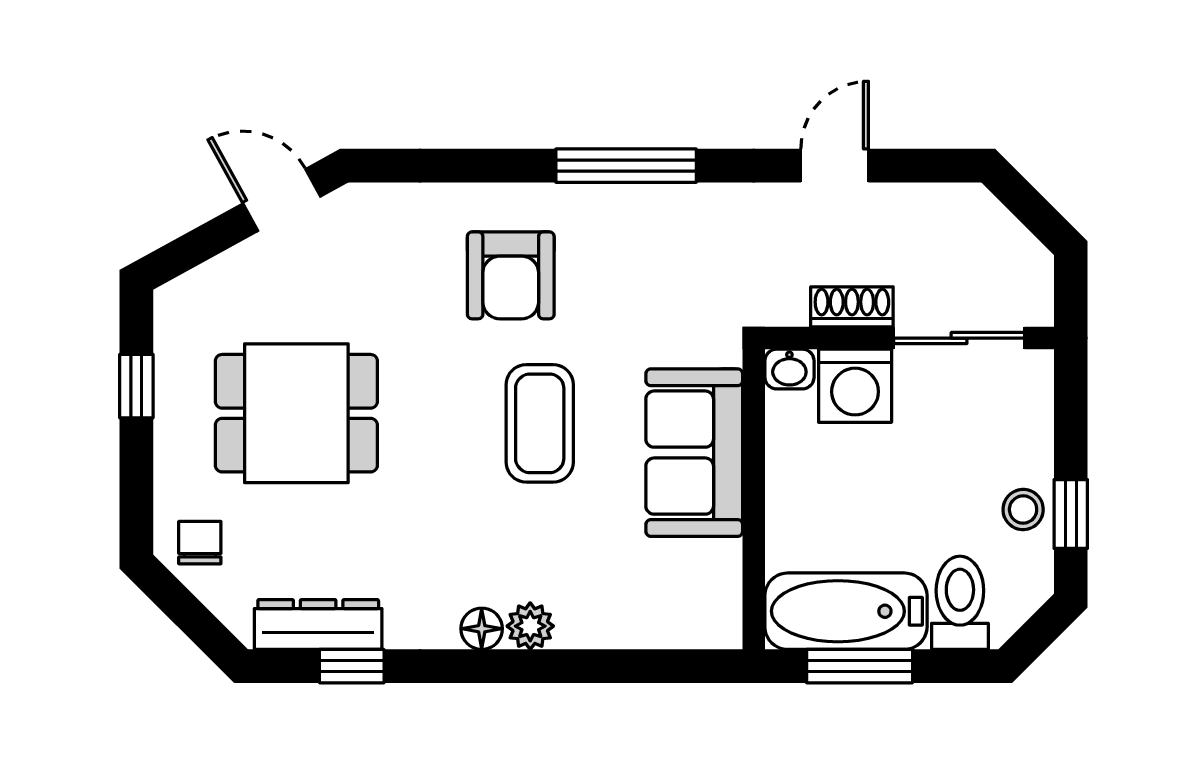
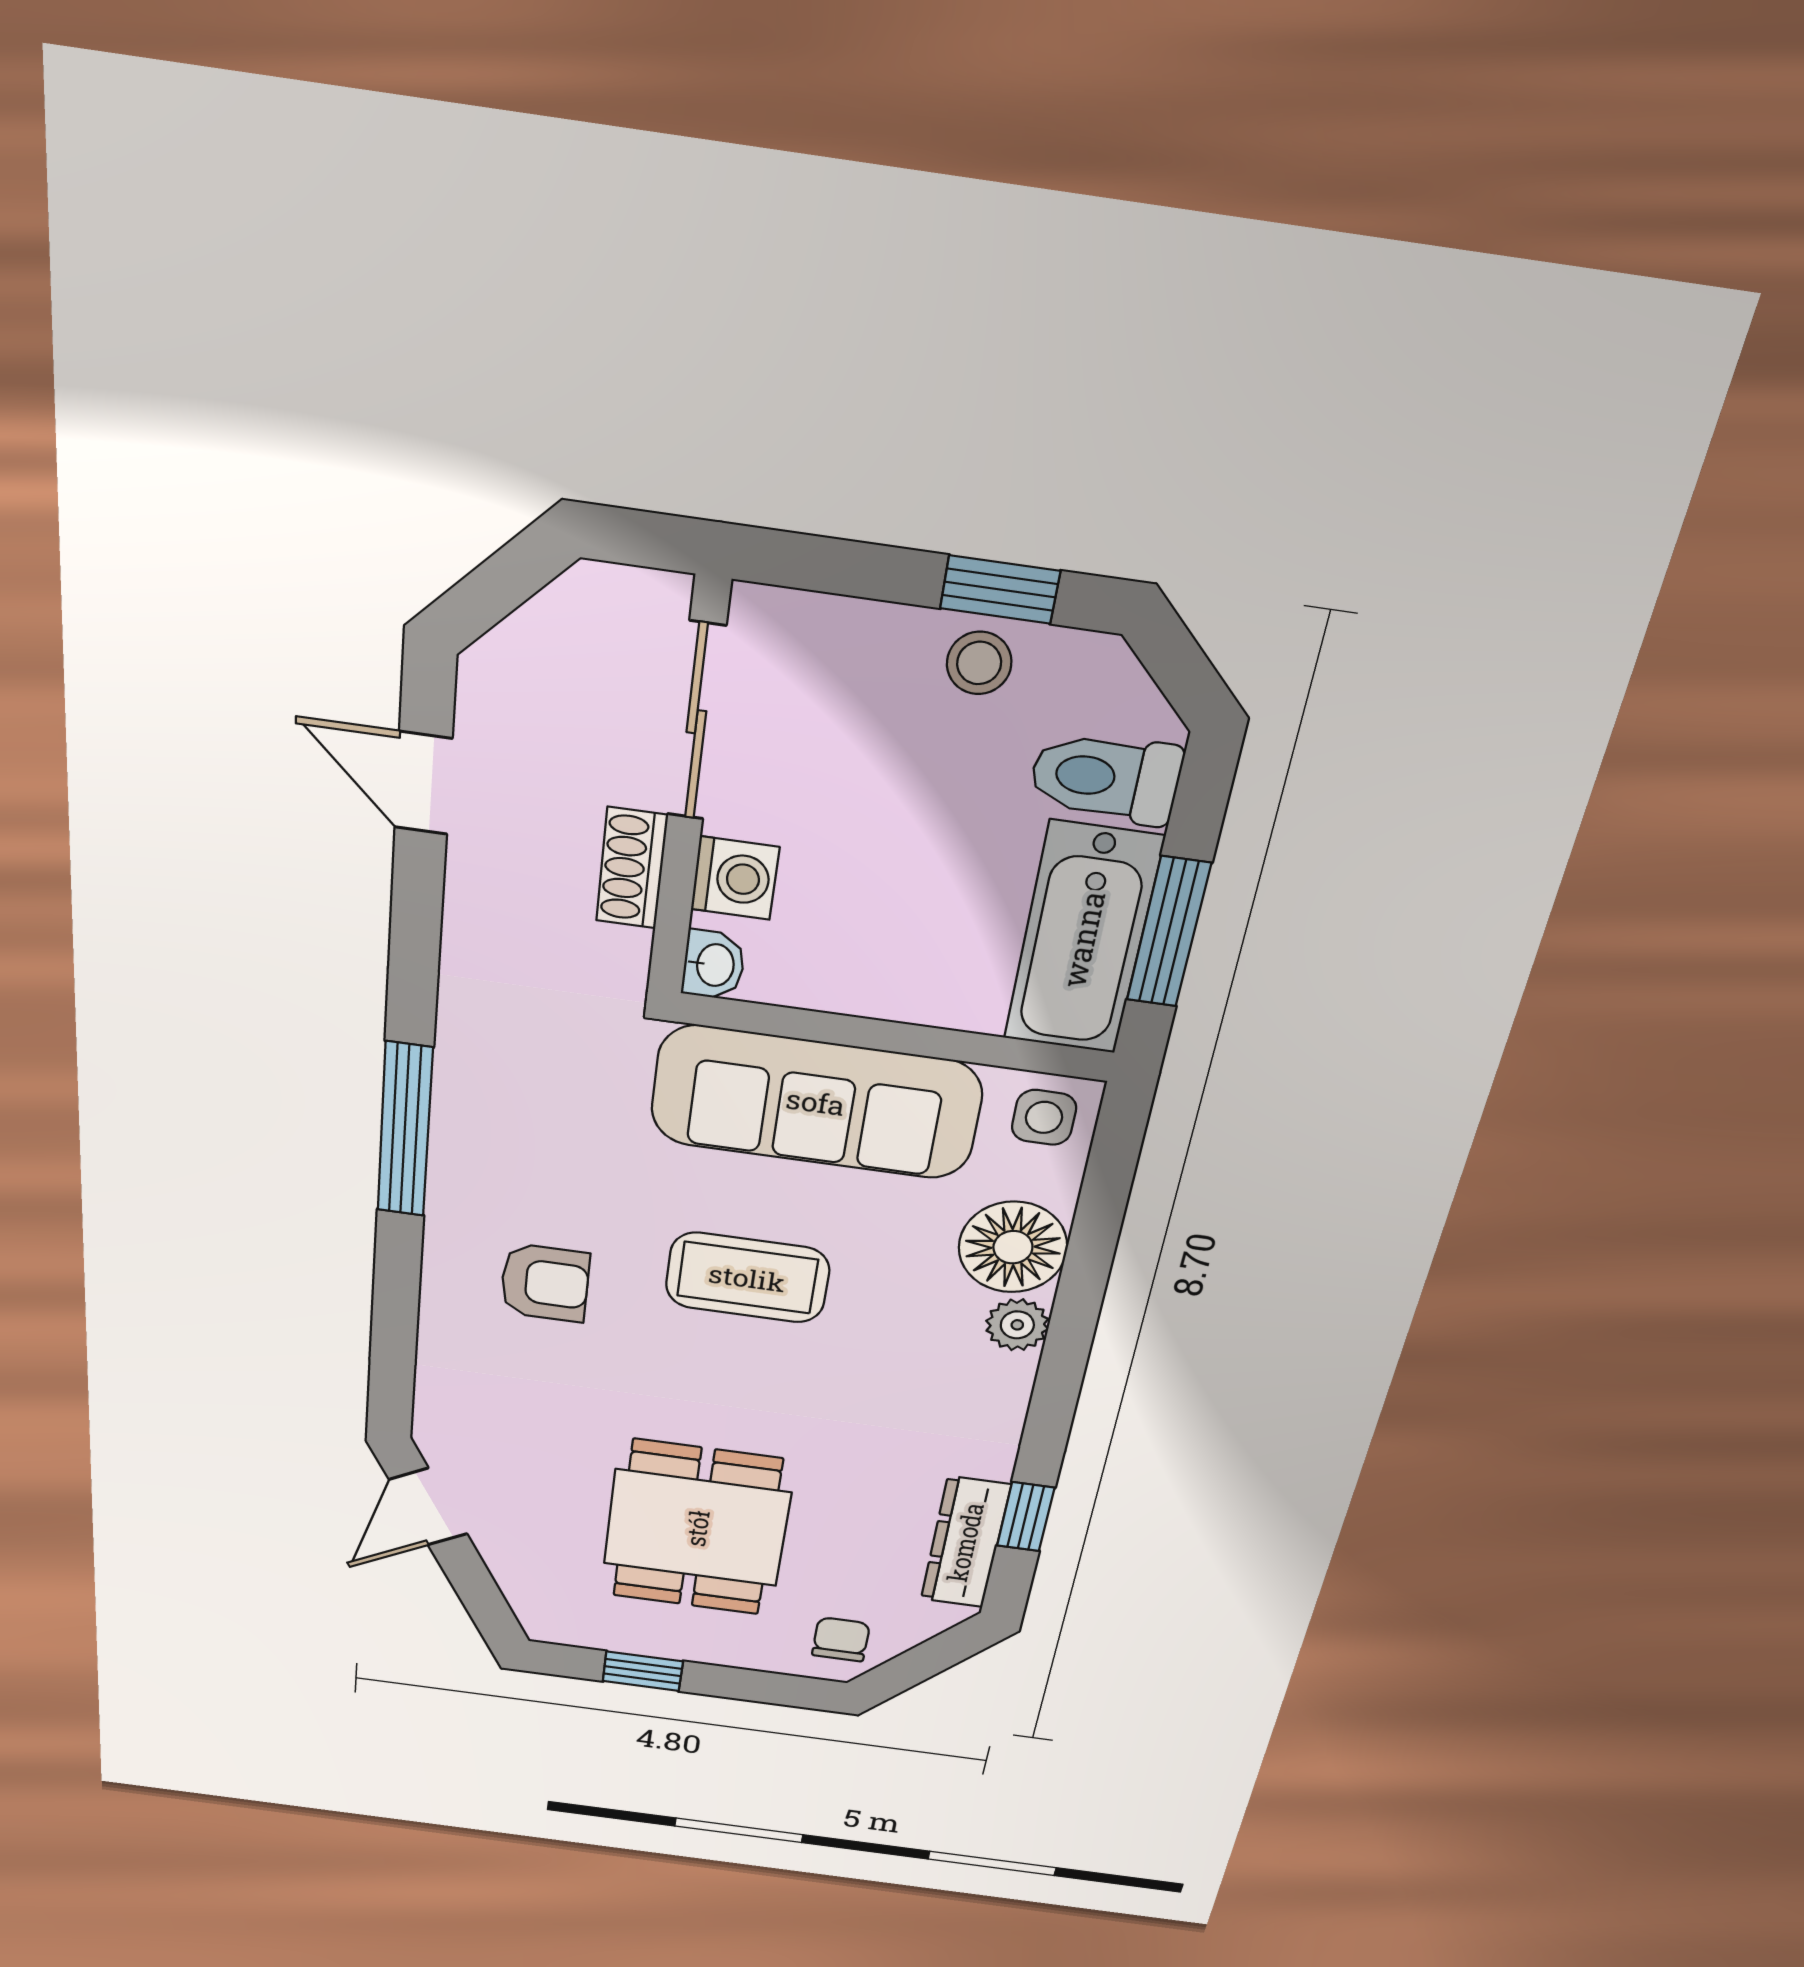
door: (835, 166) -> (423, 783), moved
armchair: (511, 275) -> (545, 1283), width x0.72, depth x0.72
washing machine: (855, 386) -> (735, 878), width x0.73, depth x0.73
sofa: (694, 453) -> (816, 1102), width x1.36
chair: (200, 543) -> (841, 1639), turned 90
side table: (707, 612) -> (1044, 1117), added
floor lamp: (482, 629) -> (1013, 1247), moved, width x1.89, depth x1.89

